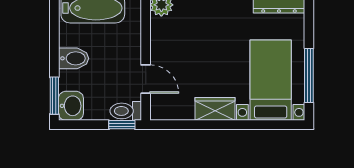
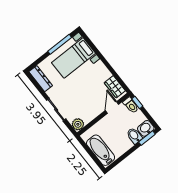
bidet: (74, 58) -> (134, 136), moved
wardrobe: (215, 109) -> (115, 87), moved

